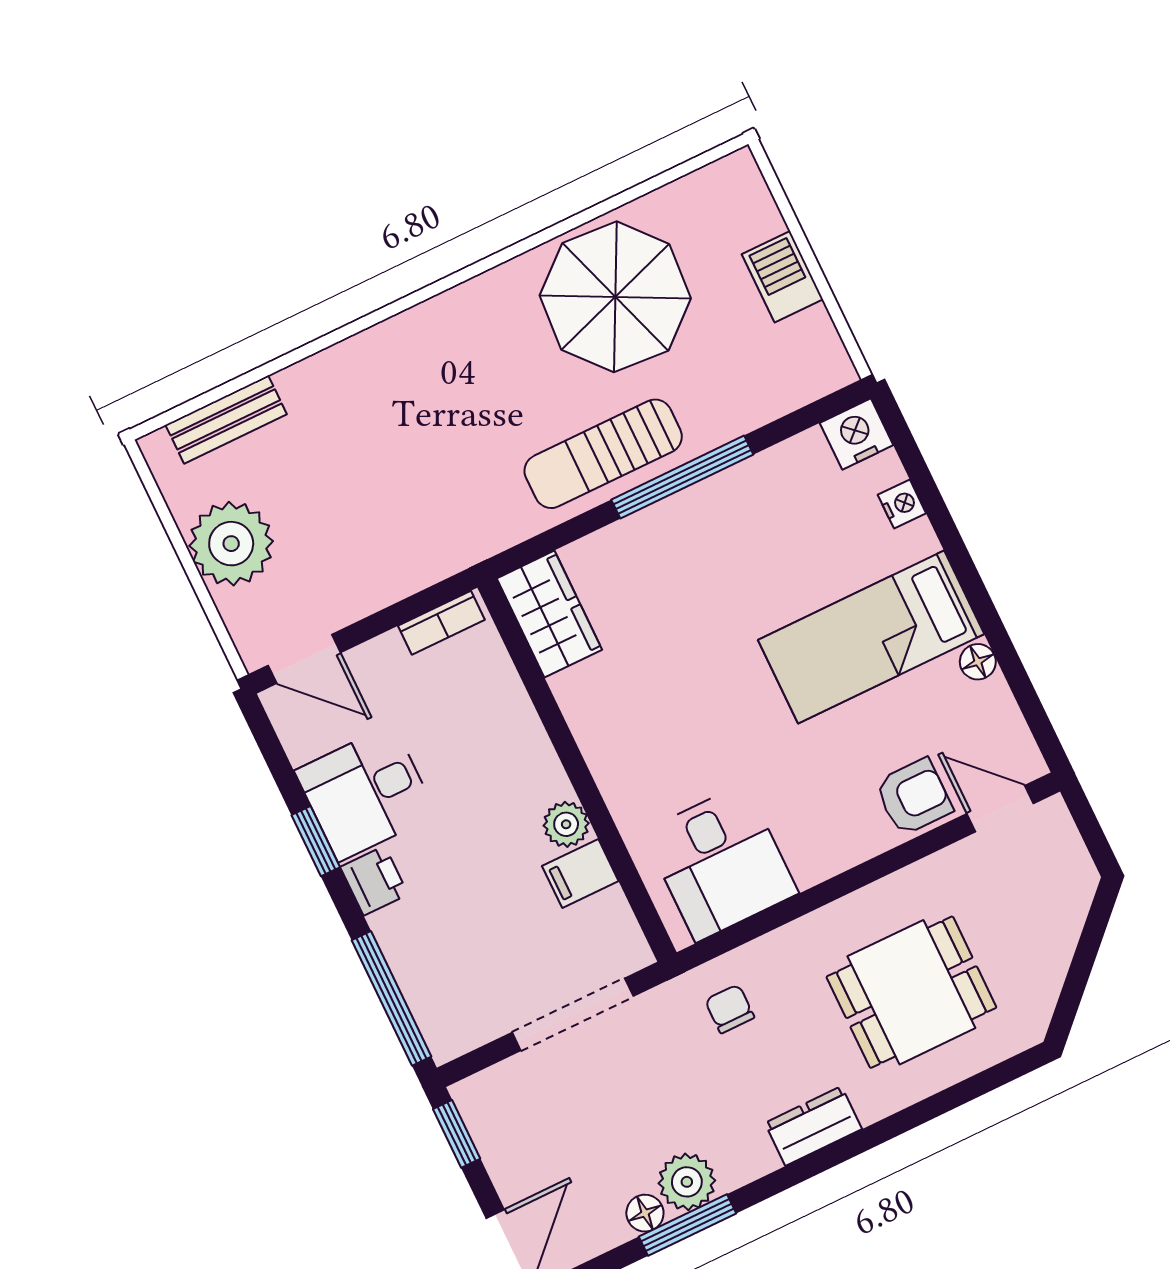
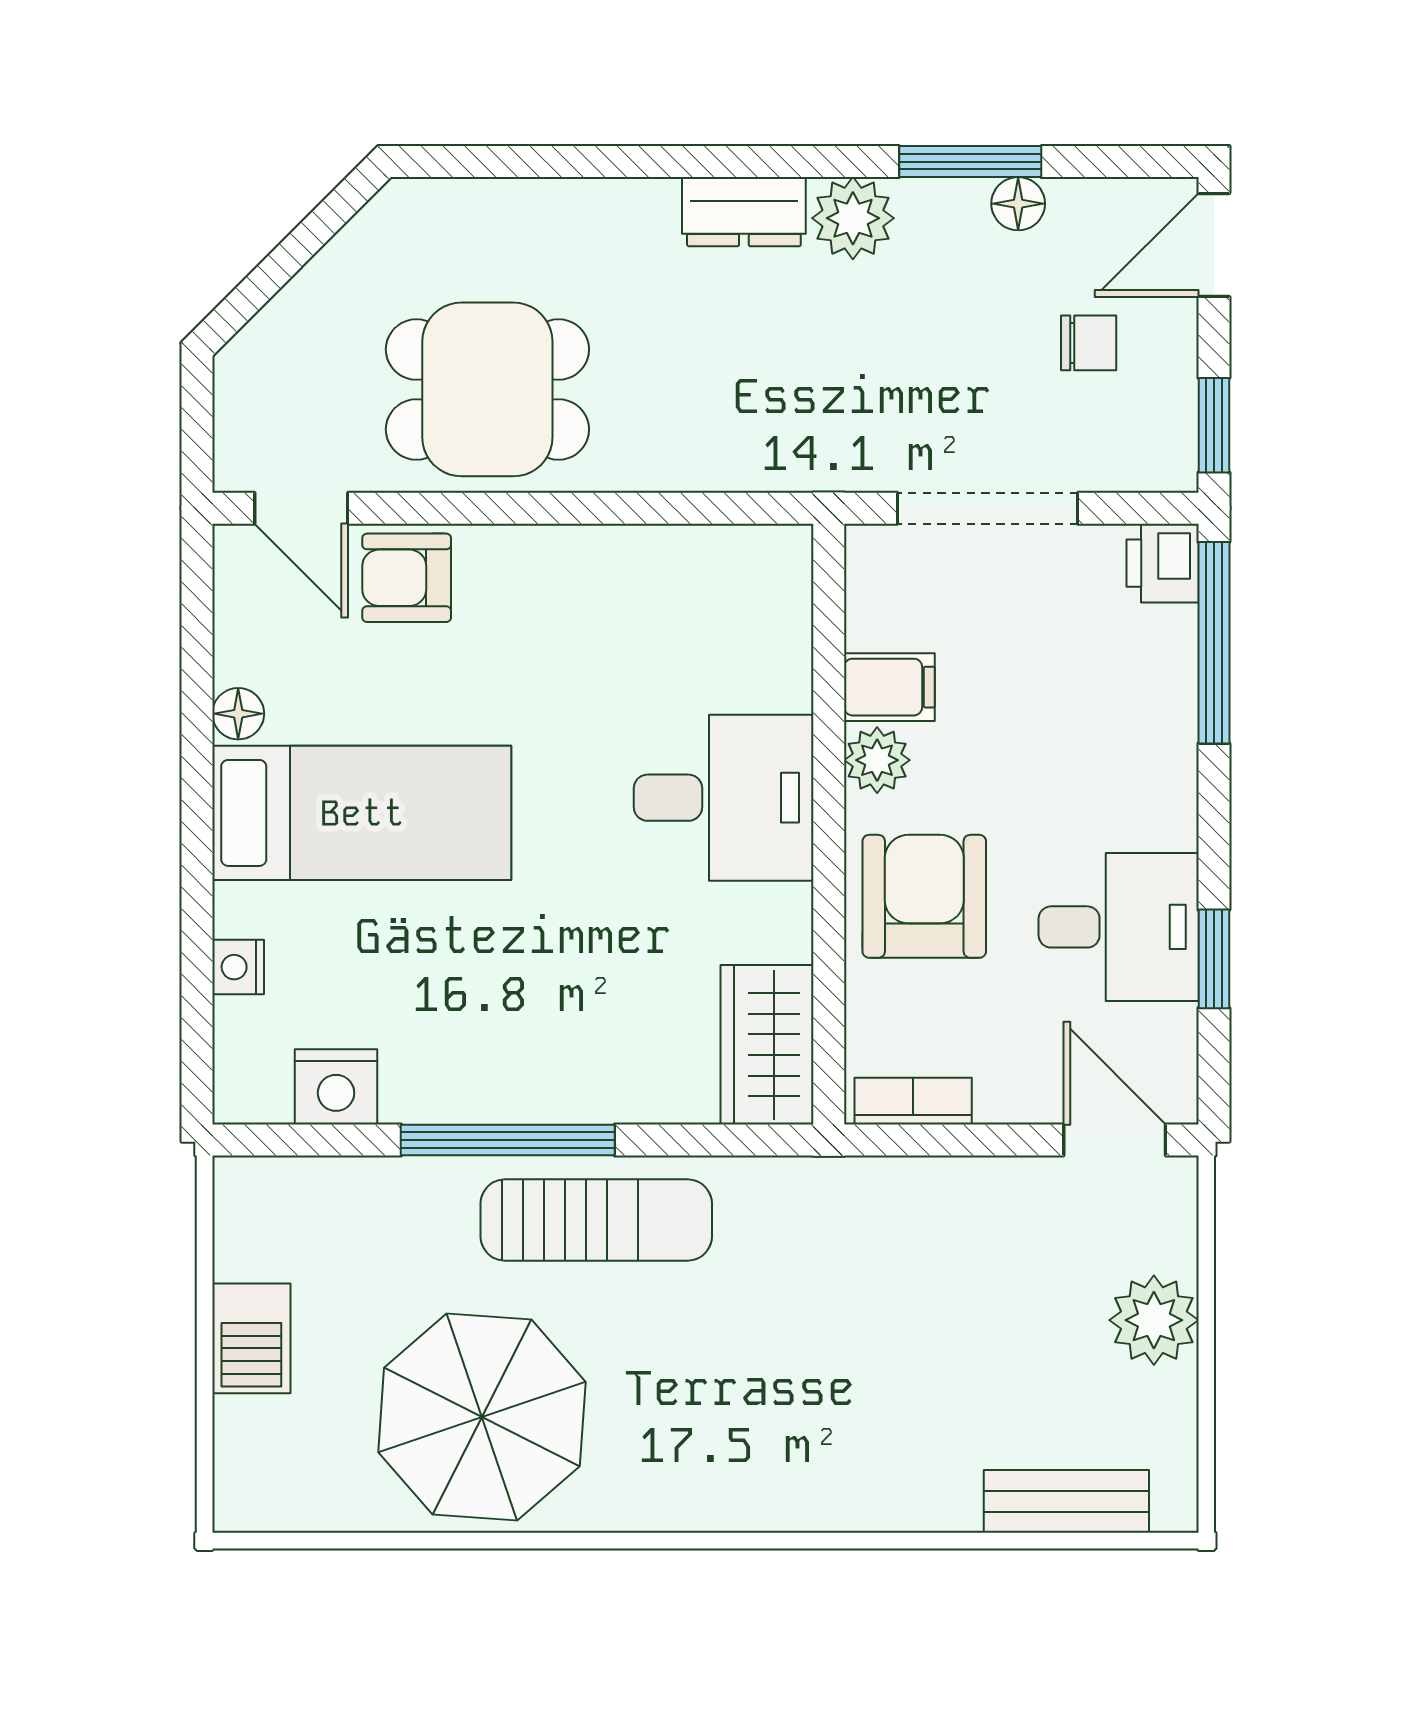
nightstand: (857, 434) -> (336, 1087), moved
plant: (231, 544) -> (1154, 1320), width x0.73, depth x0.73
armchair: (496, 754) -> (924, 896), added
window: (316, 841) -> (1214, 959), moved
desk: (721, 863) -> (724, 798), moved, turned 90
printer: (374, 881) -> (1163, 563), moved
dining table: (911, 992) -> (487, 389), moved
chair: (730, 1009) -> (1089, 343), moved, turned -90
plant: (687, 1182) -> (853, 218), moved

